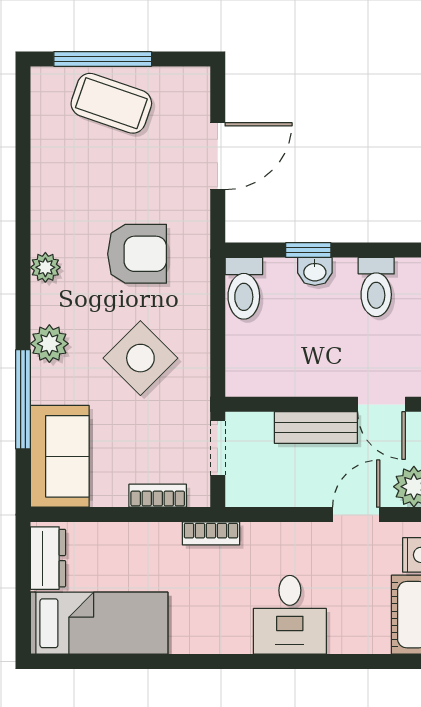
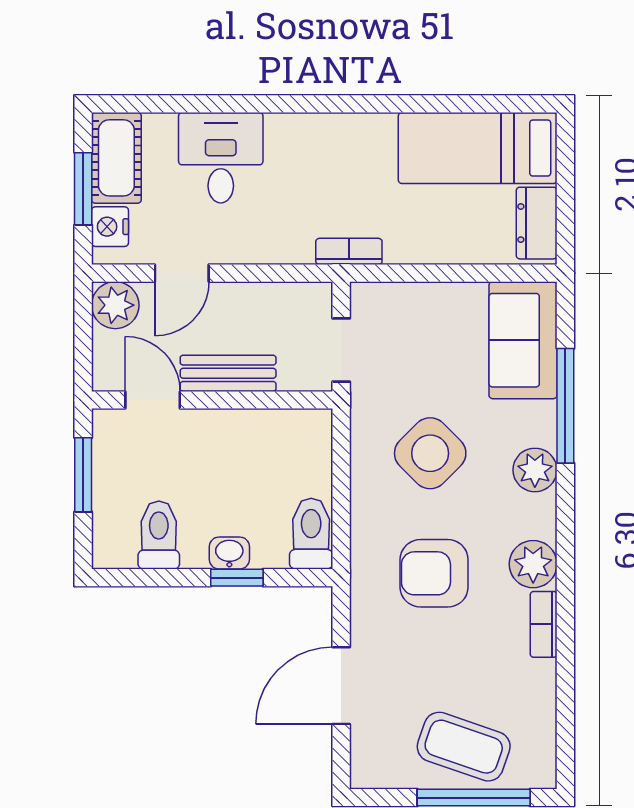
plant: (45, 267) -> (533, 564), width x1.38, depth x1.38
bookcase: (158, 496) -> (544, 624), moved, turned 90
desk: (290, 615) -> (221, 158), moved

